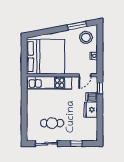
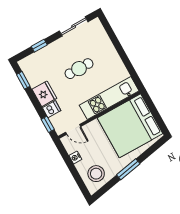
window: (77, 26) -> (128, 169), moved
door: (85, 75) -> (73, 129), swing flipped
cafe table: (52, 123) -> (79, 69), moved
window: (100, 126) -> (23, 80), added

